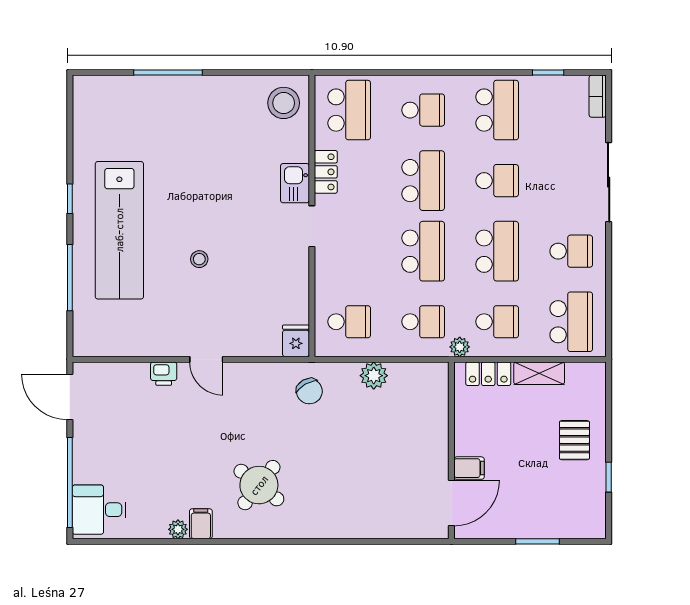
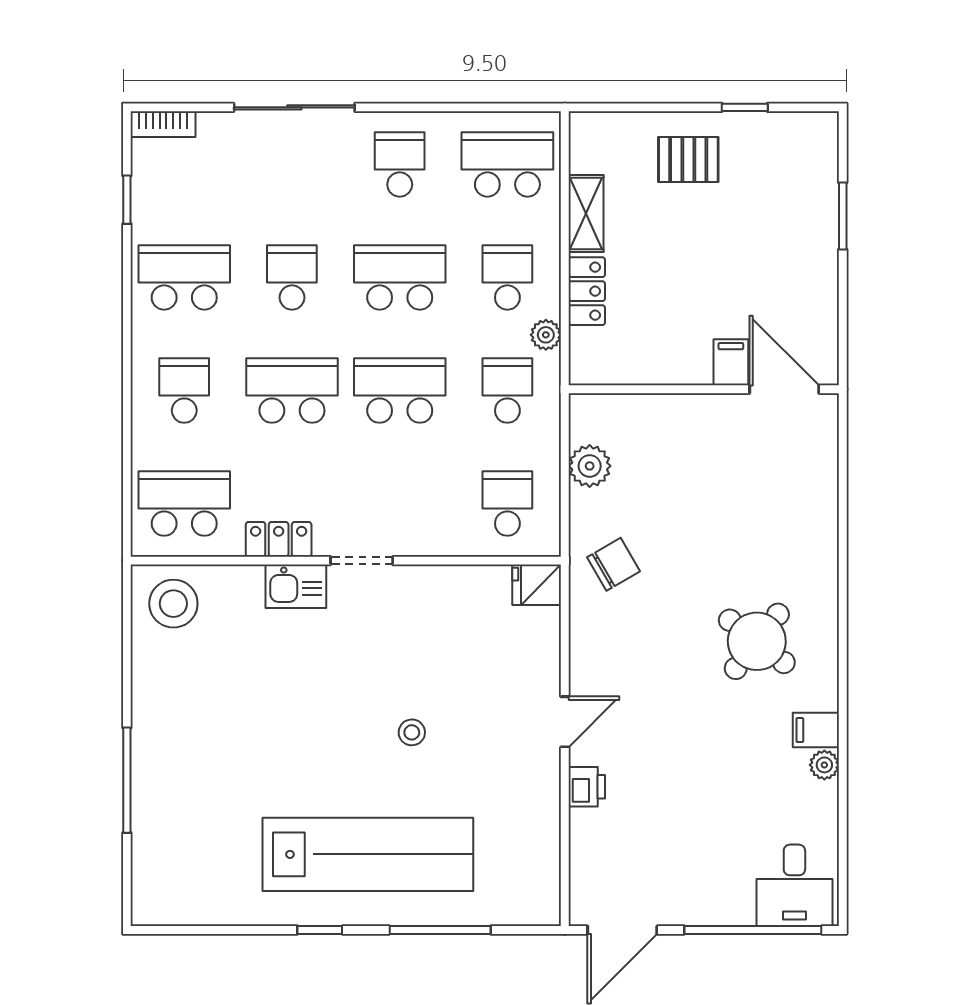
wall: (451, 450) -> (704, 389), moved
filing cabinet: (469, 468) -> (731, 362), moved
door: (451, 503) -> (784, 389), moved

